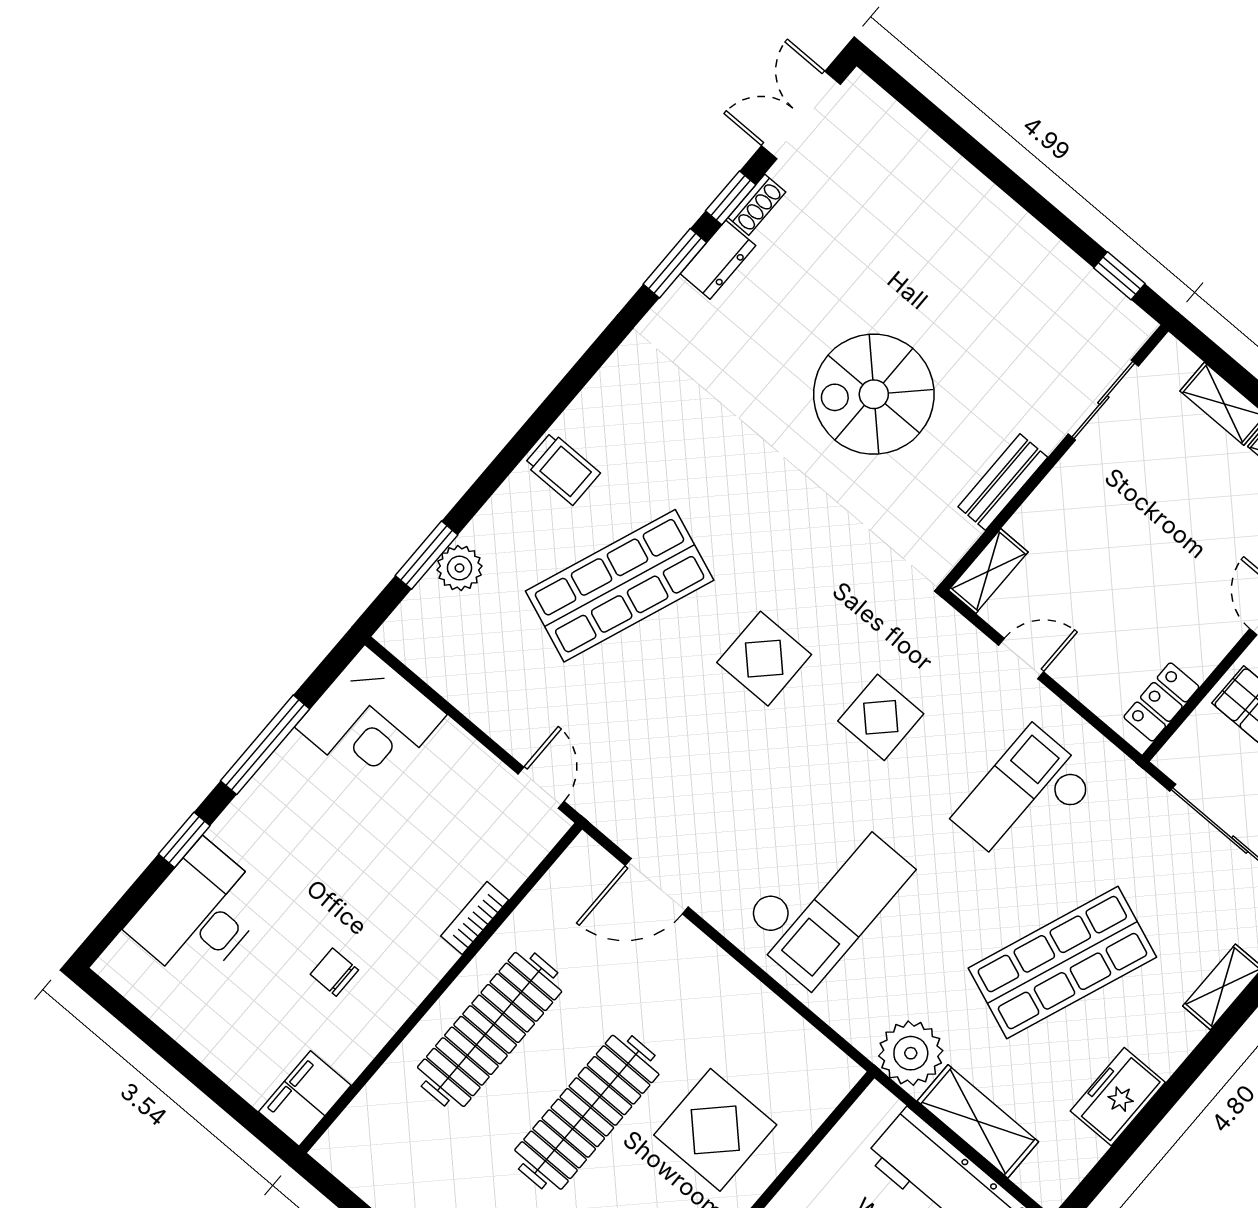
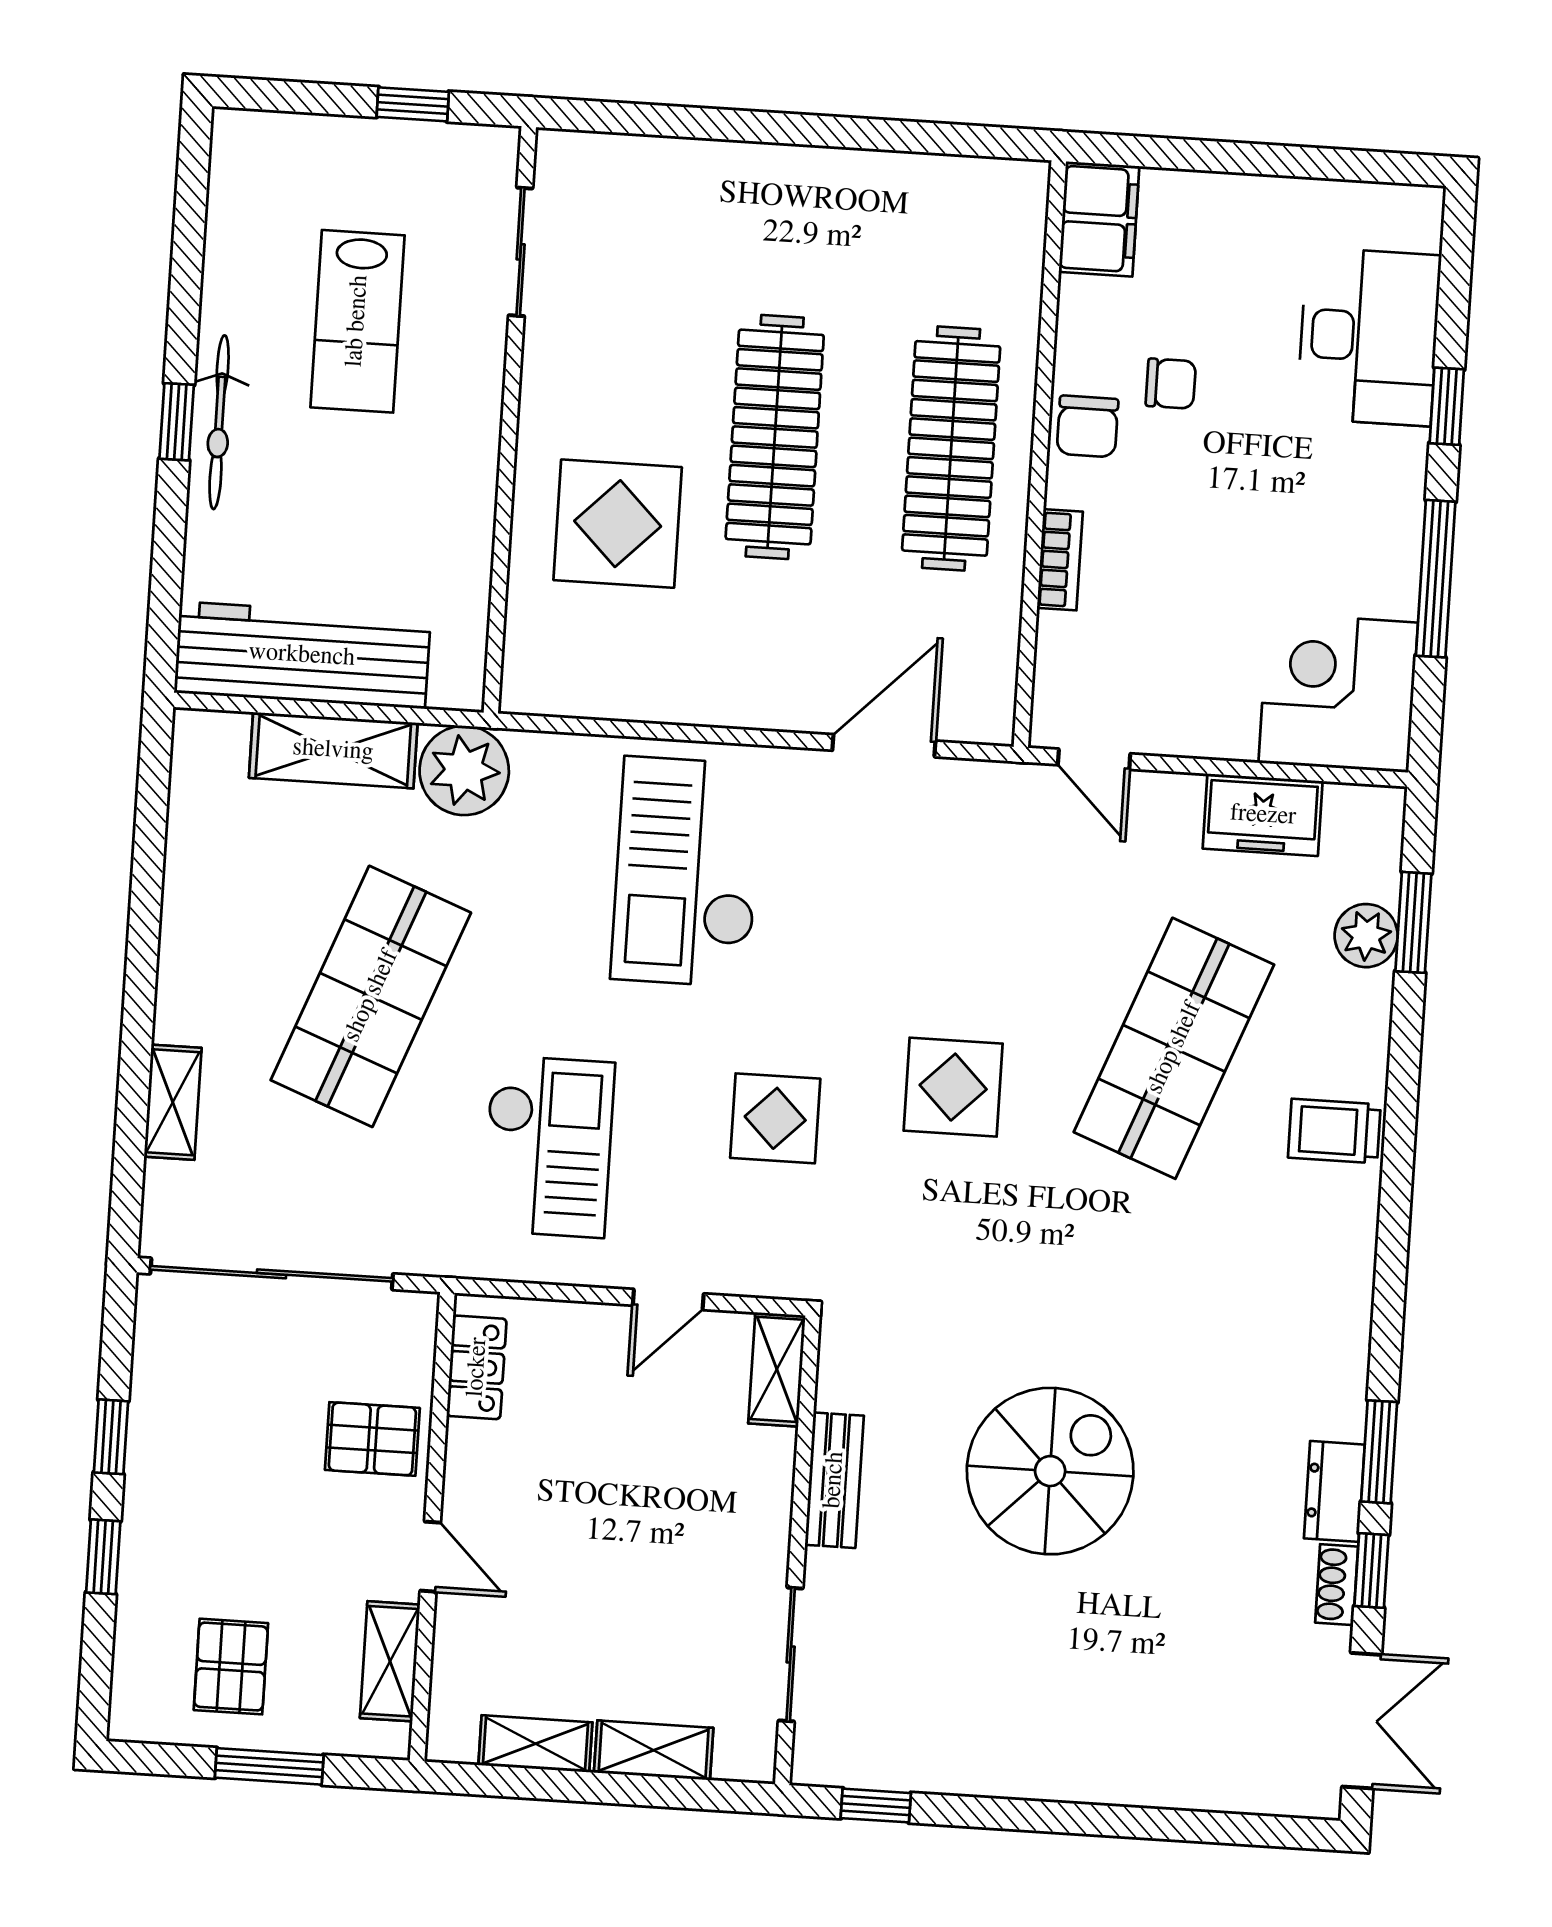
chair: (401, 983) -> (1087, 426), added
freezer: (1118, 1097) -> (1263, 815), moved, turned 90

